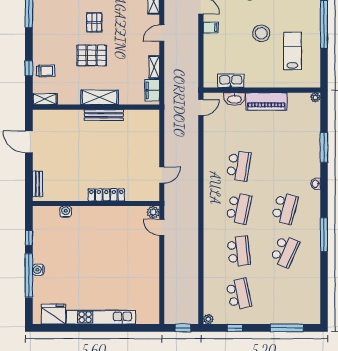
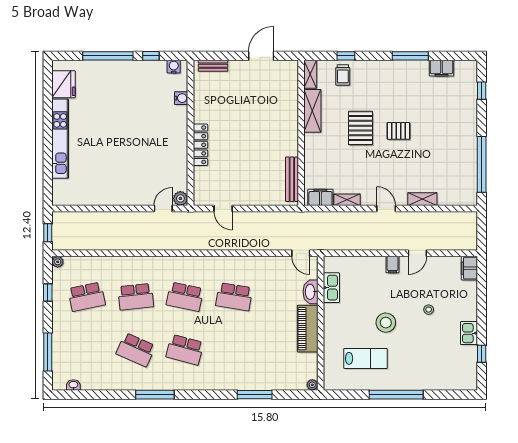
shelving: (100, 97) -> (312, 111), moved
bench: (104, 115) -> (292, 179), moved
washbasin: (316, 184) -> (73, 385), moved
water cooler: (38, 270) -> (174, 67), moved

